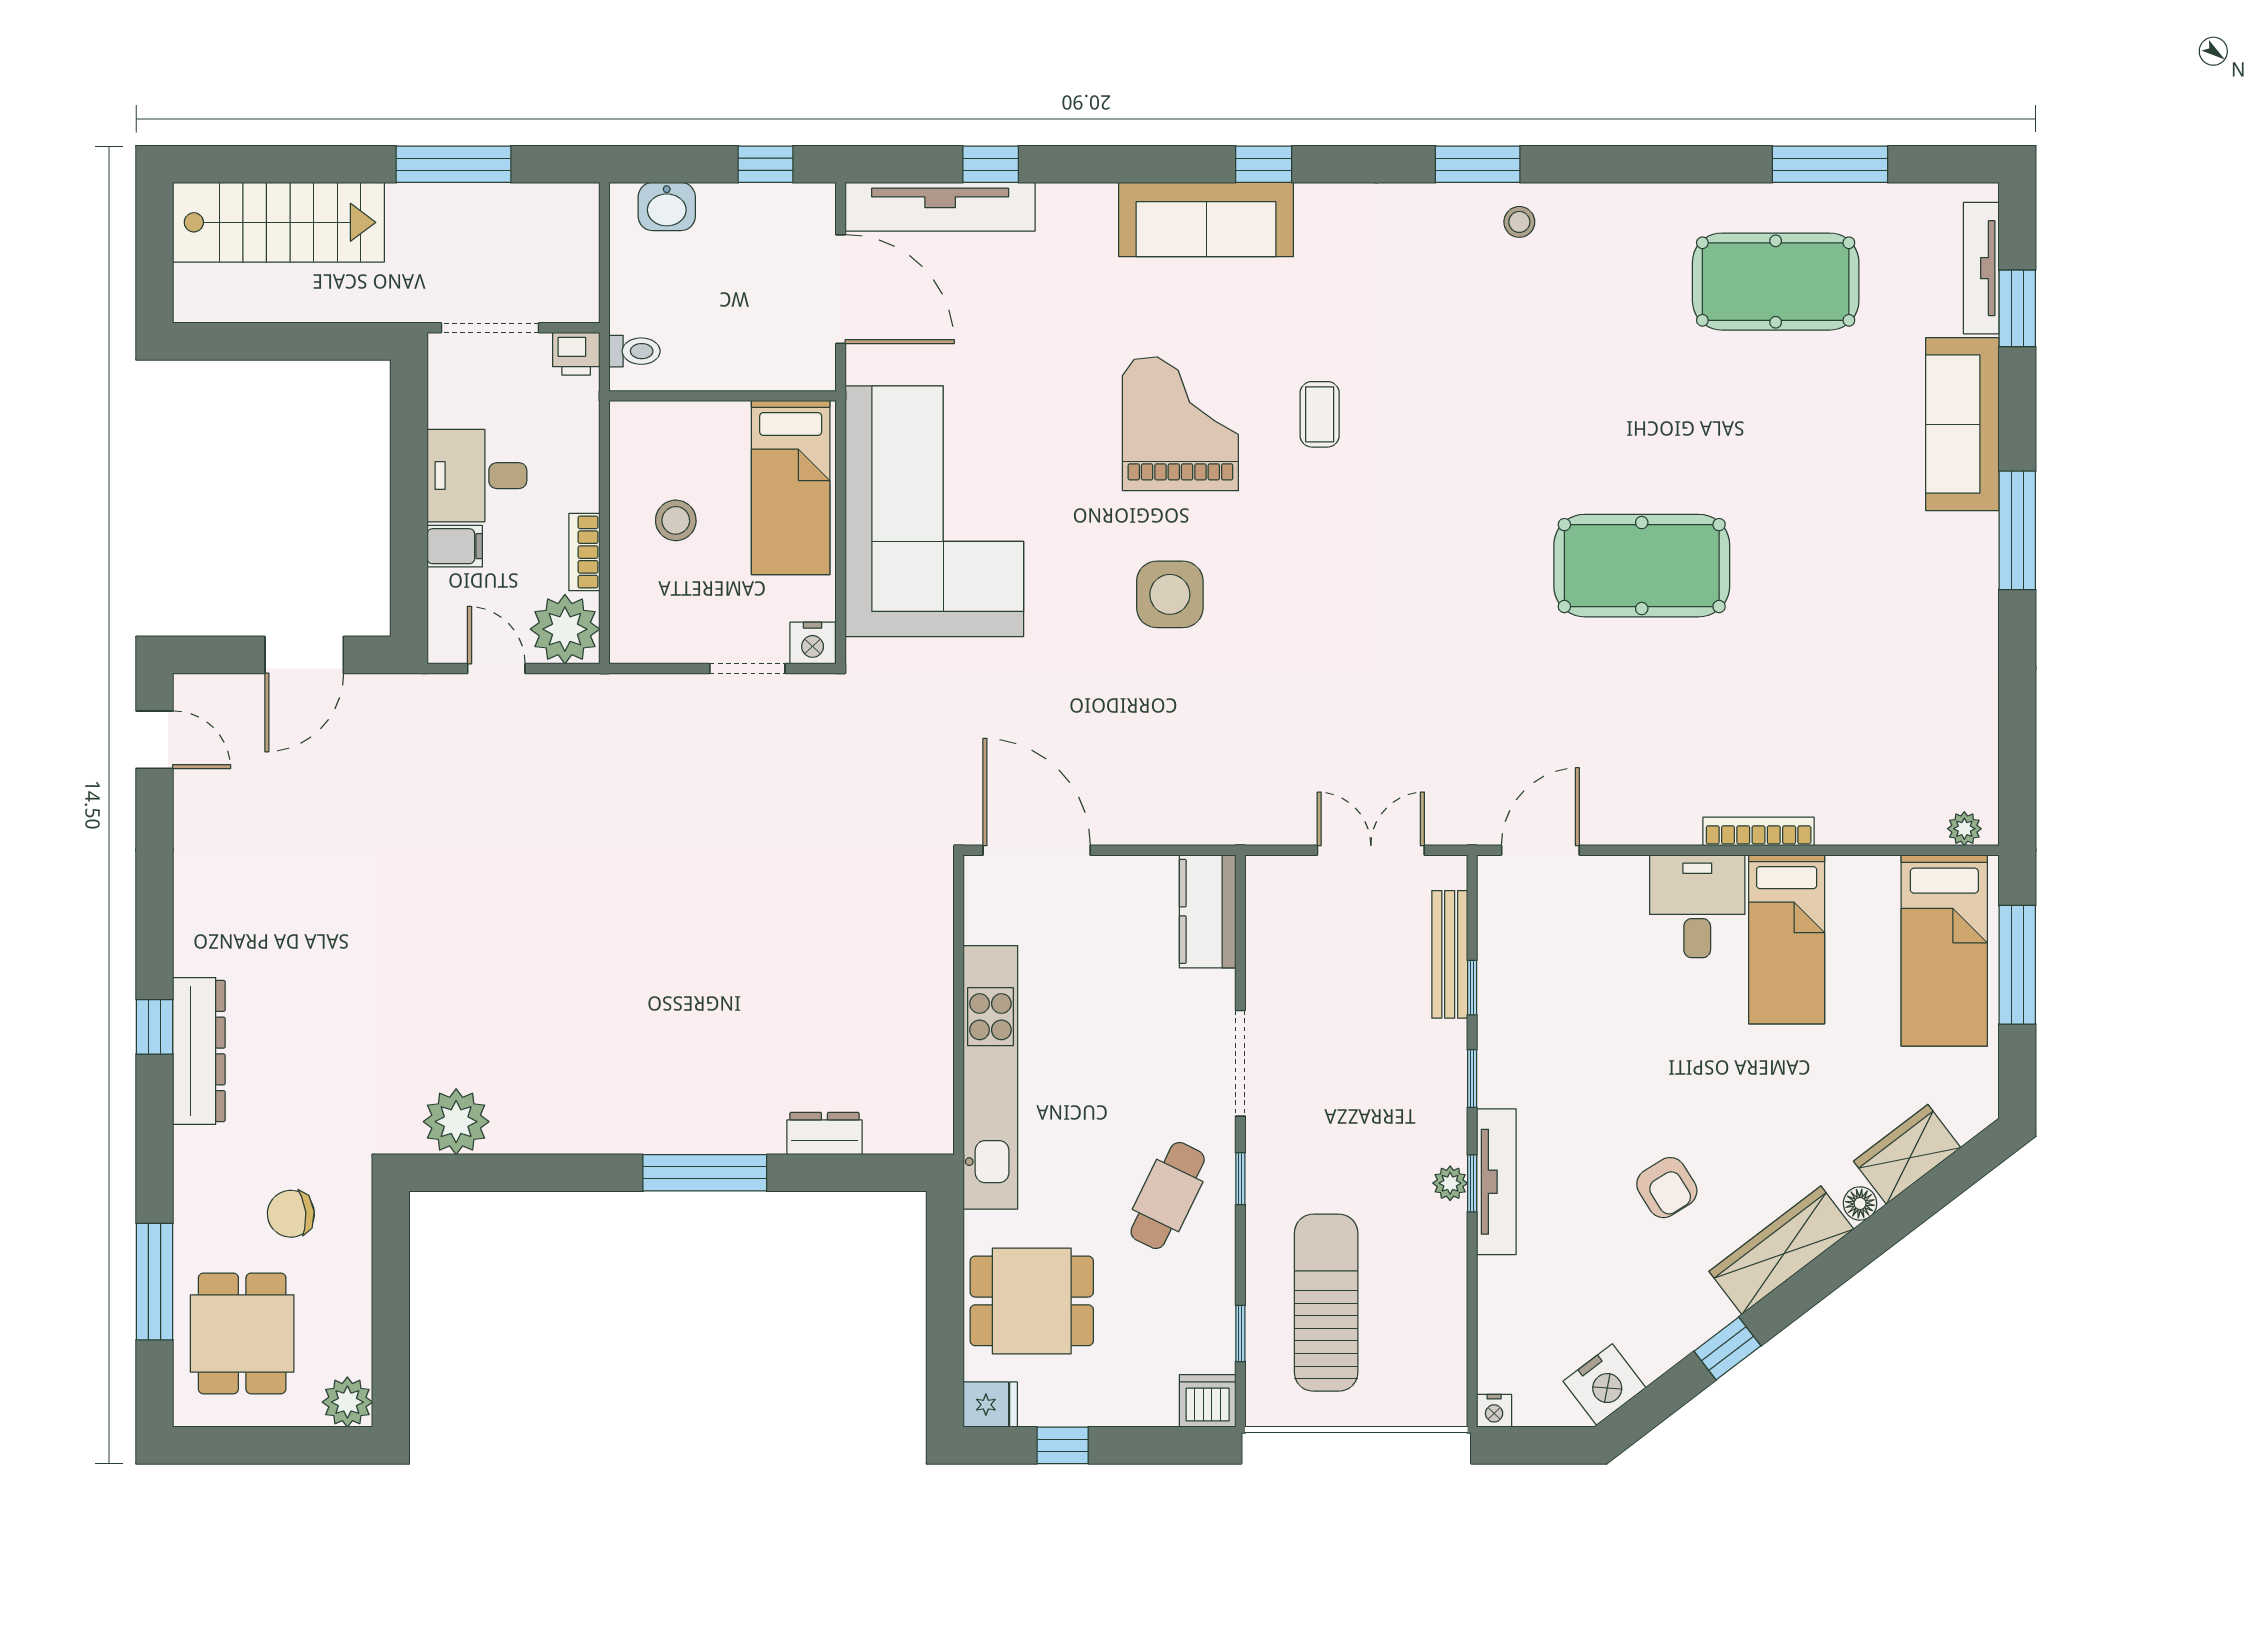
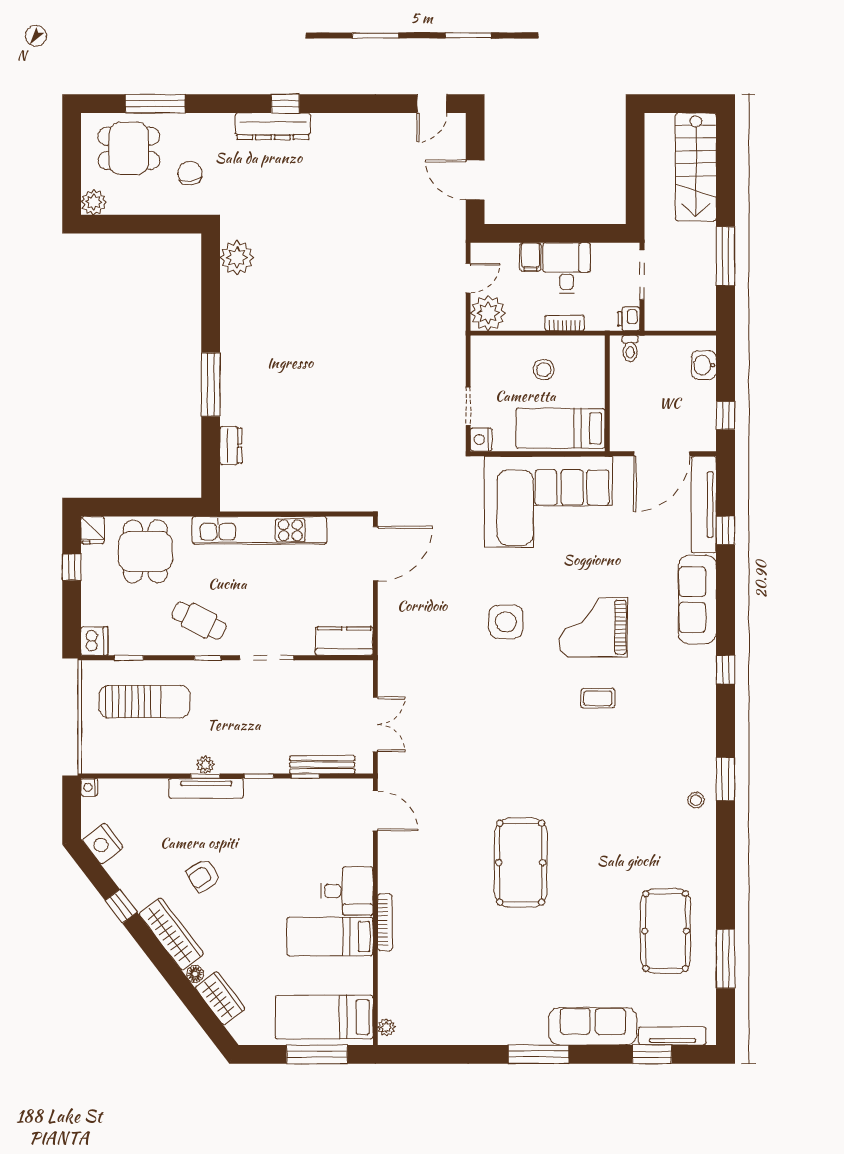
sofa: (1206, 220) -> (697, 600), moved
grand piano: (1180, 424) -> (593, 627), turned 180
bookcase: (584, 552) -> (565, 323), moved

